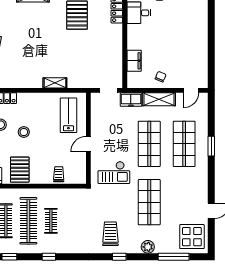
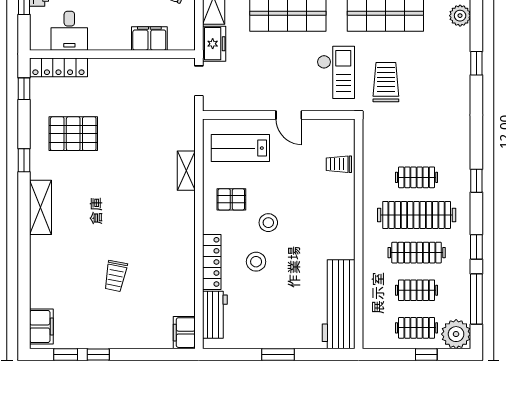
pallet: (20, 170) -> (231, 199), moved, width x0.67, depth x0.71
trolley: (110, 234) -> (386, 82), moved, turned 90

